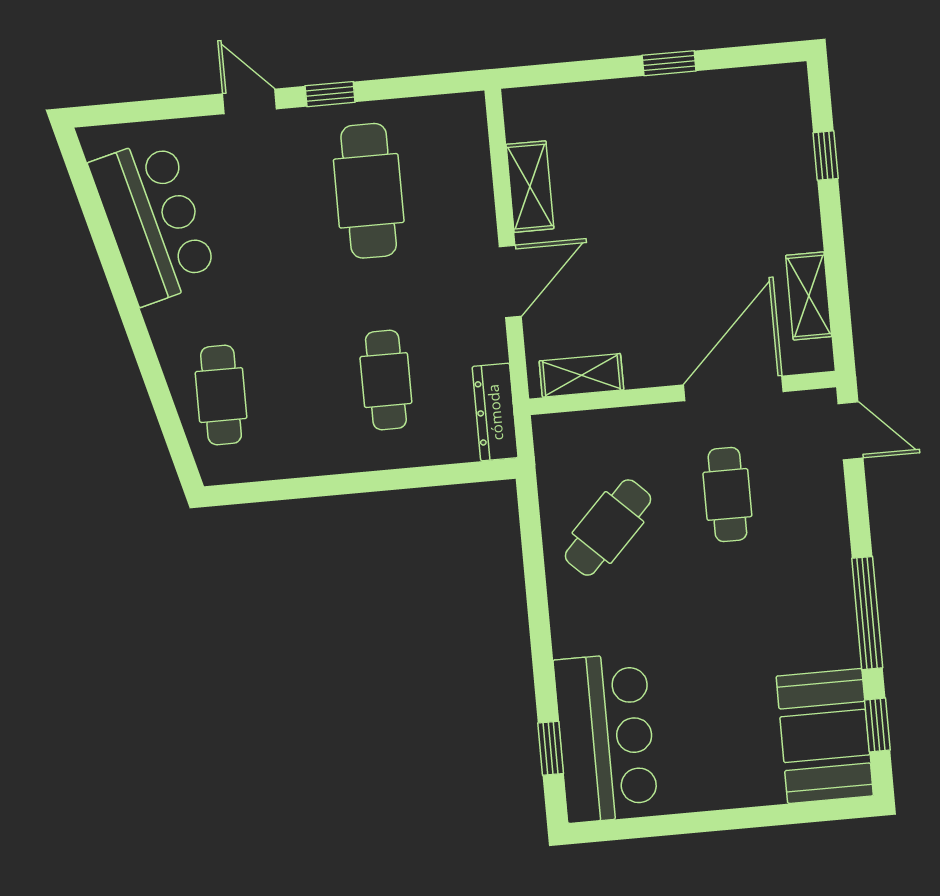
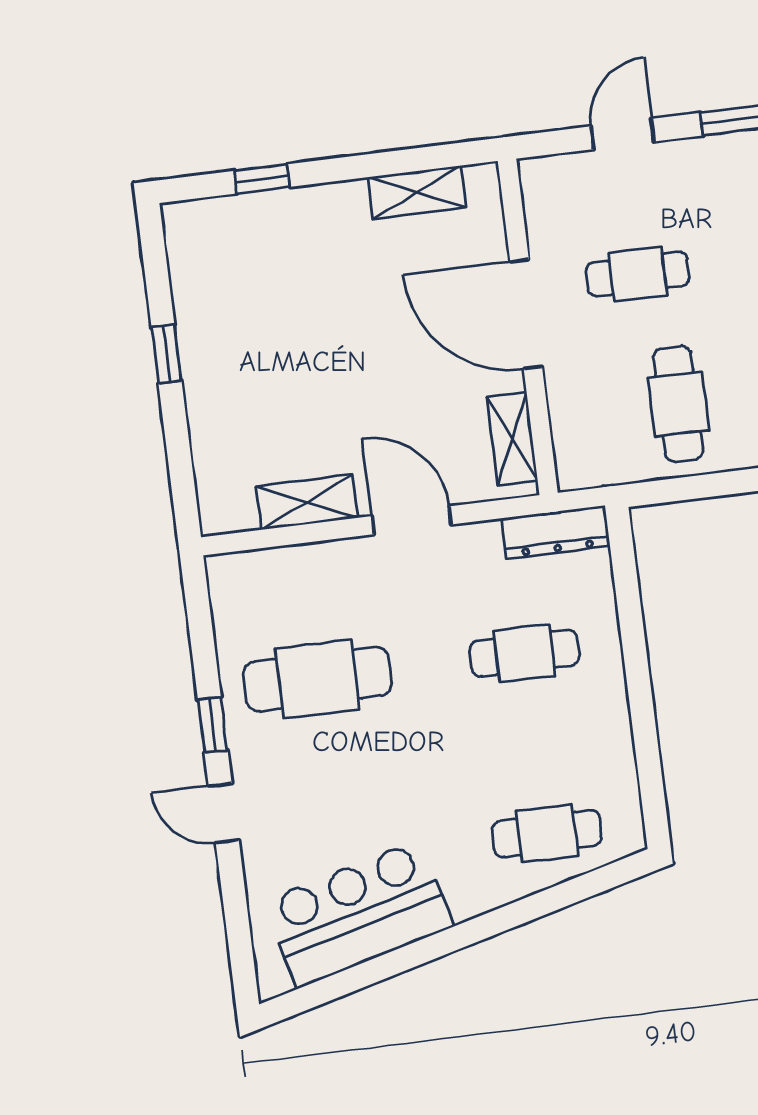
door: (249, 101) -> (224, 813), hinge flipped
door: (733, 388) -> (526, 314), moved
door: (851, 431) -> (623, 134), moved
cafe table: (608, 528) -> (678, 404), turned 46

